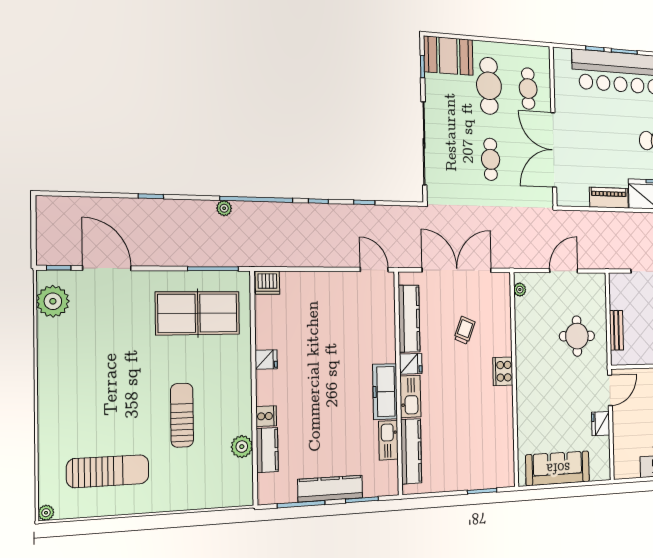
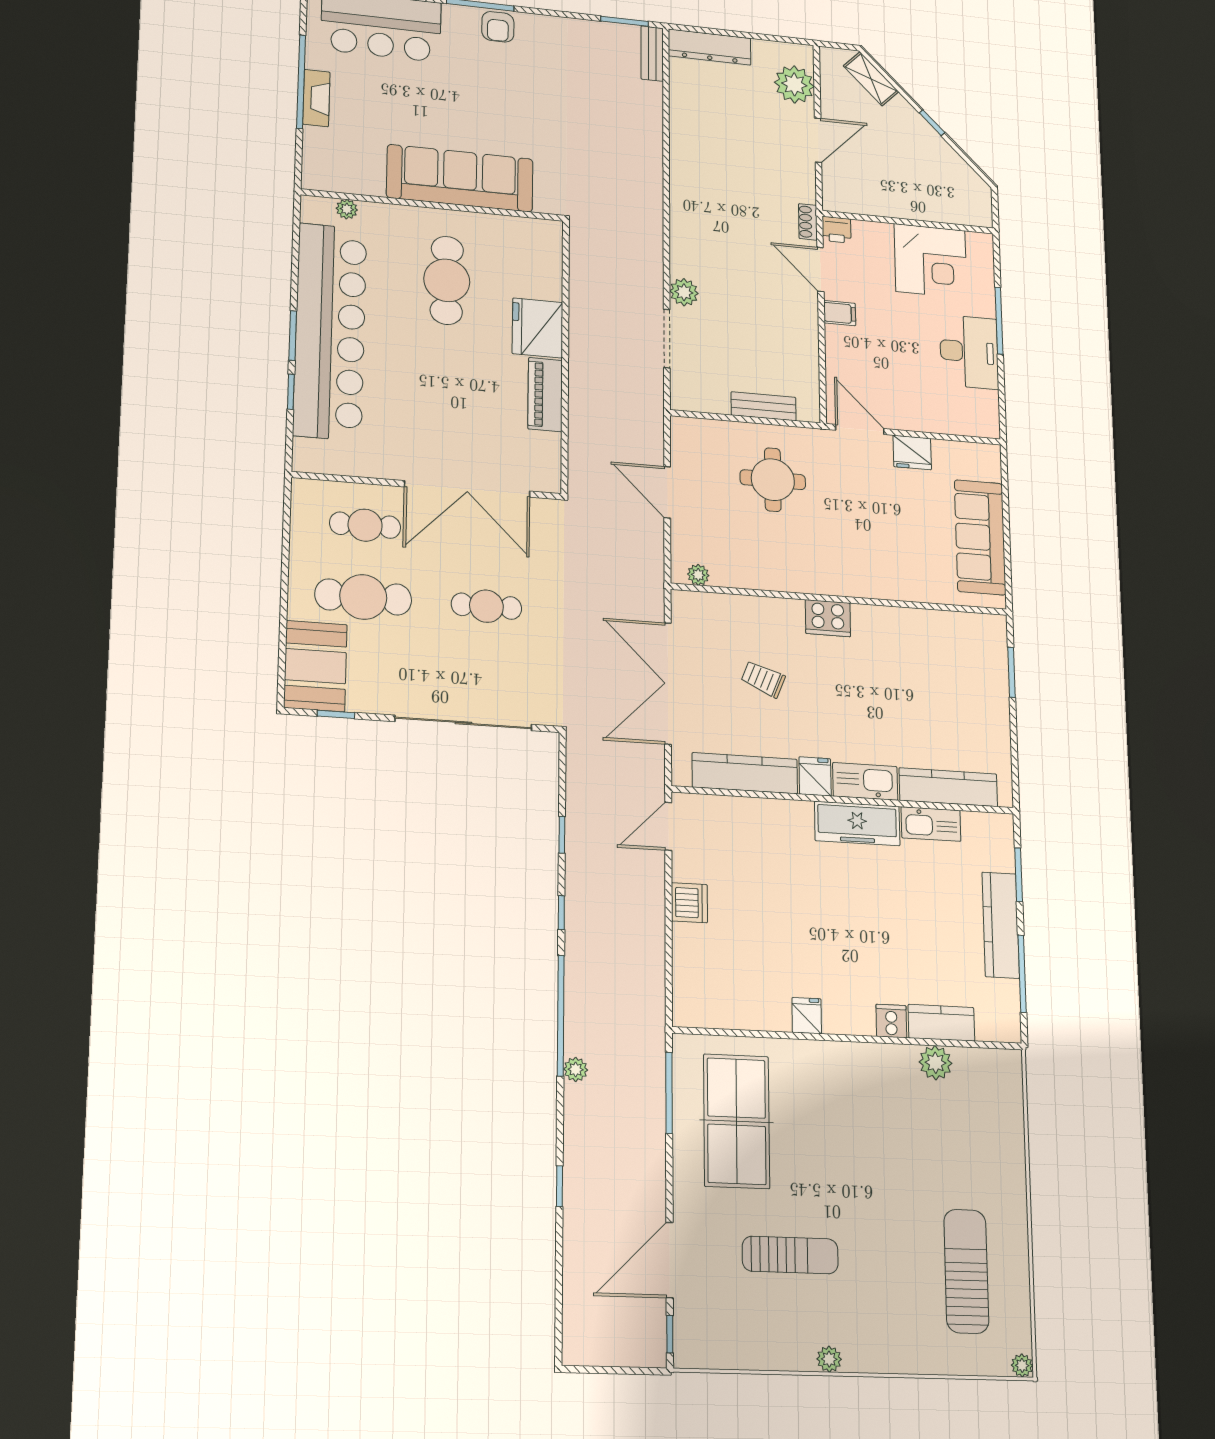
dishwasher: (267, 283) -> (689, 903), moved
plant: (53, 301) -> (829, 1359), moved, width x0.53, depth x0.53
sun lounger: (182, 415) -> (790, 1255), moved, turned 180

